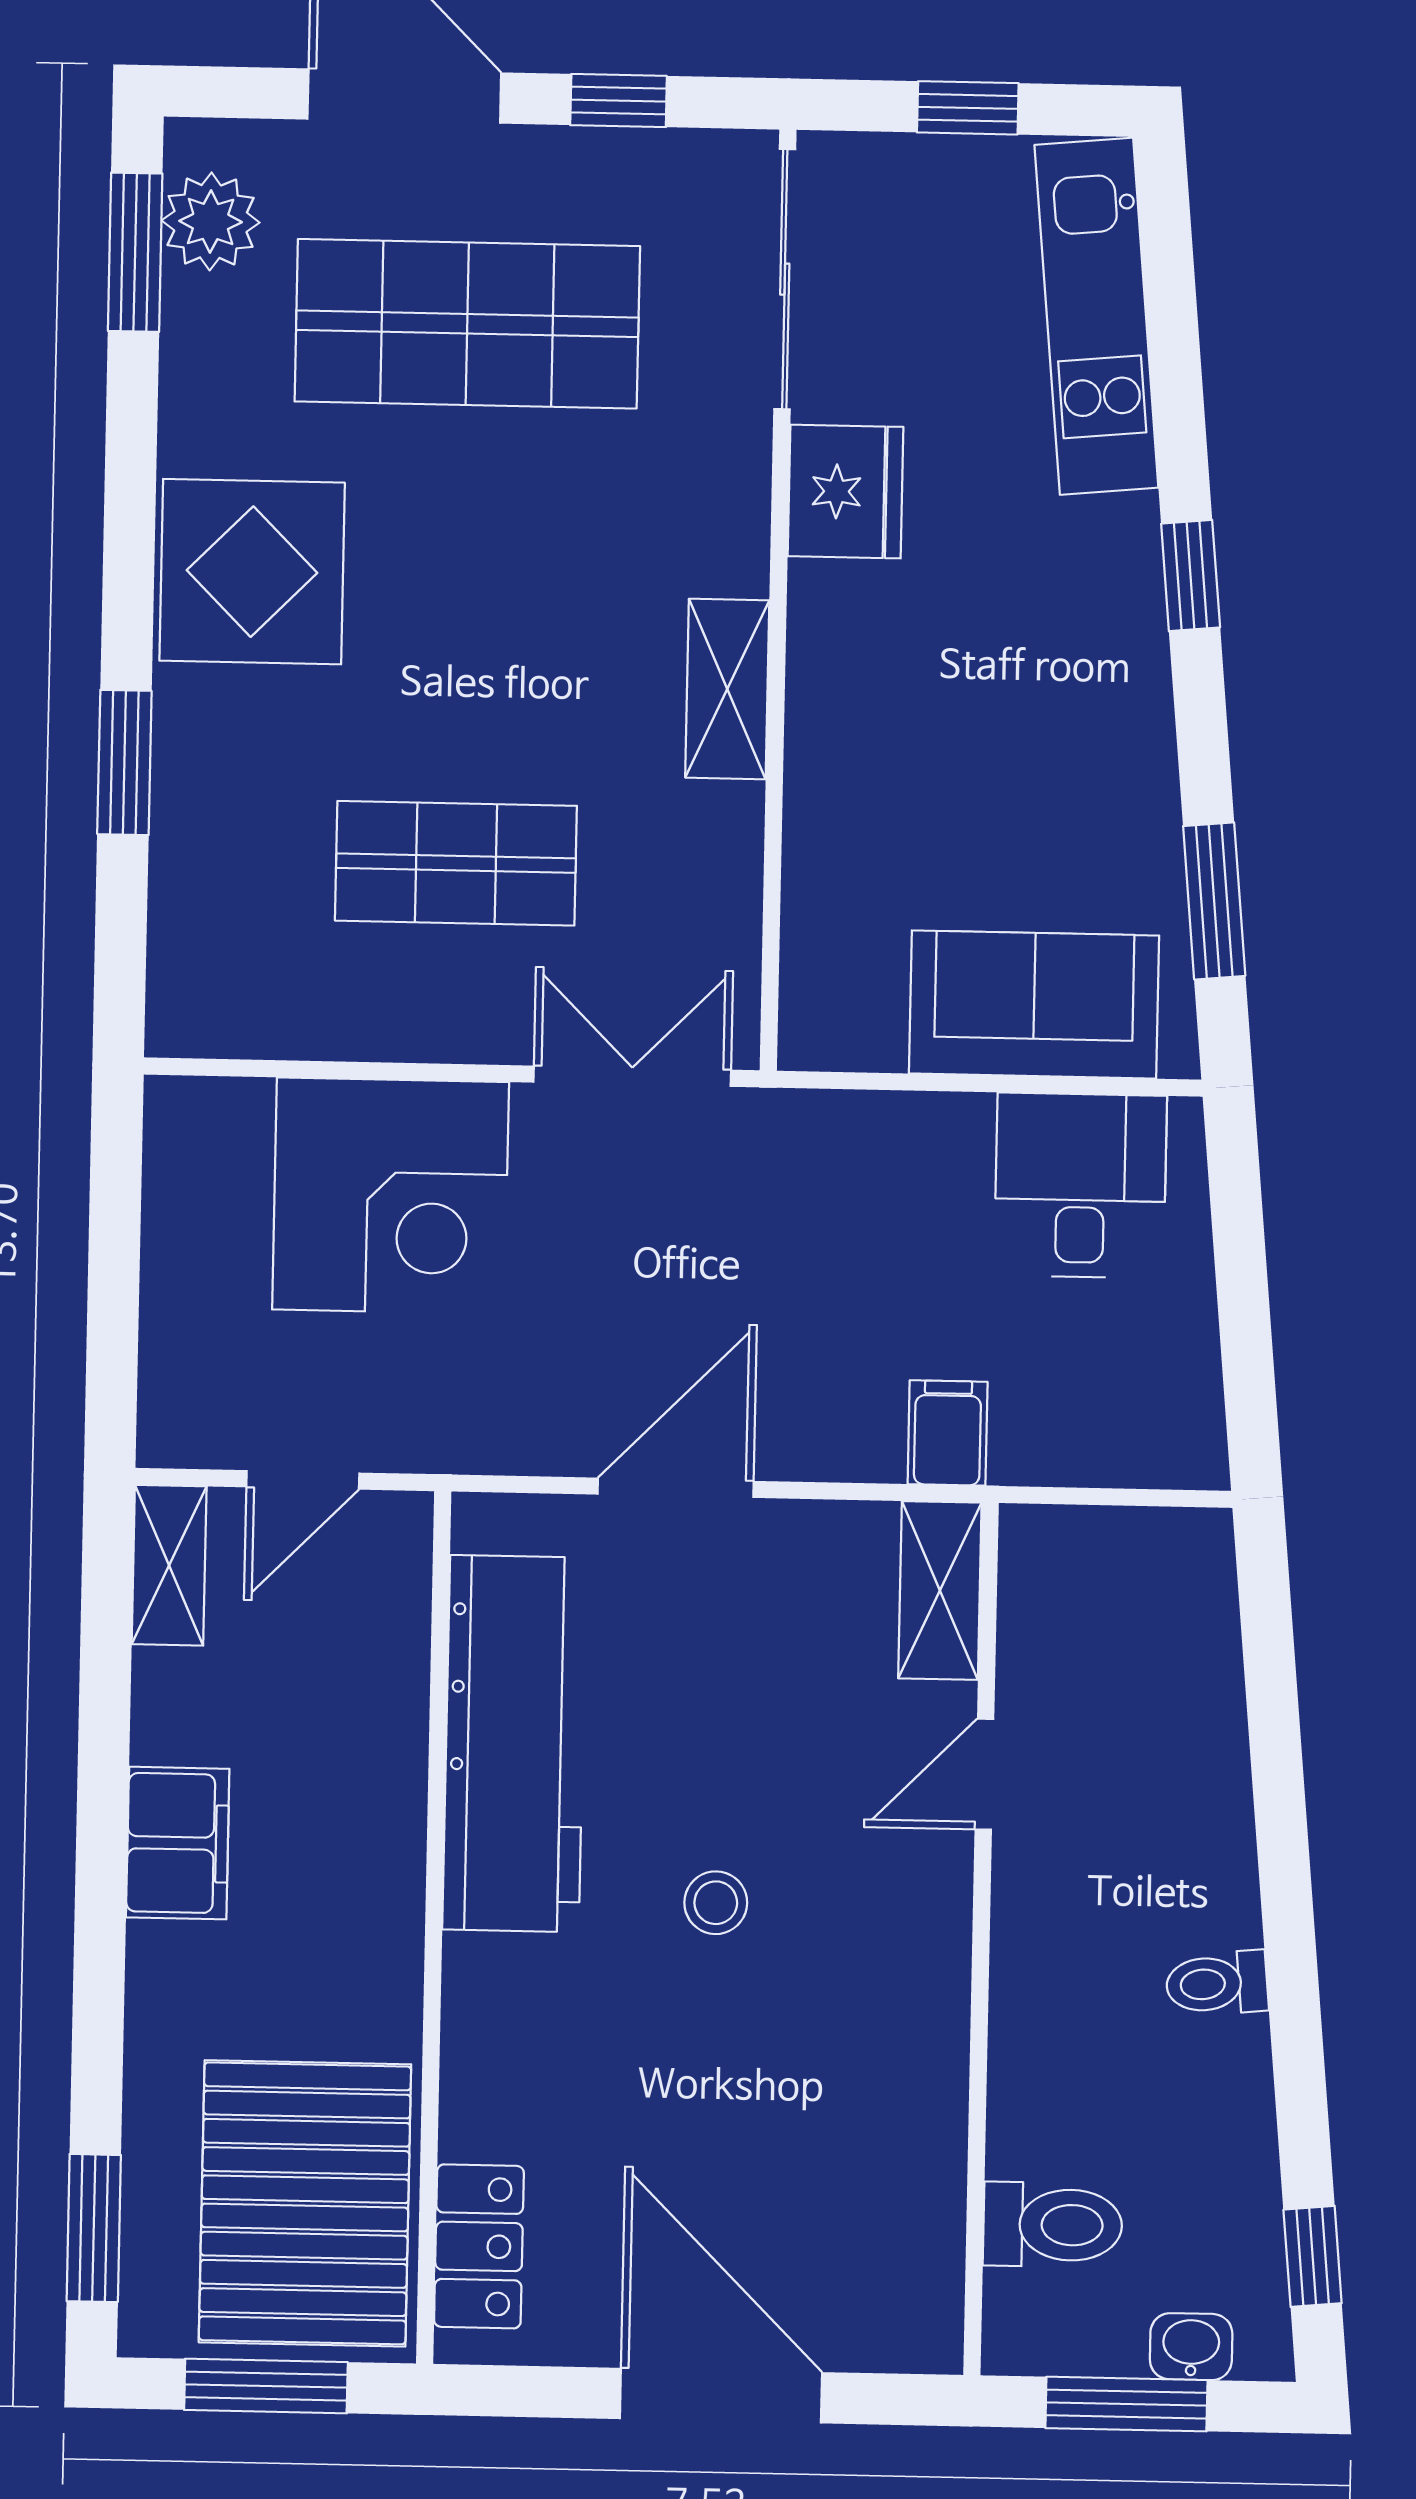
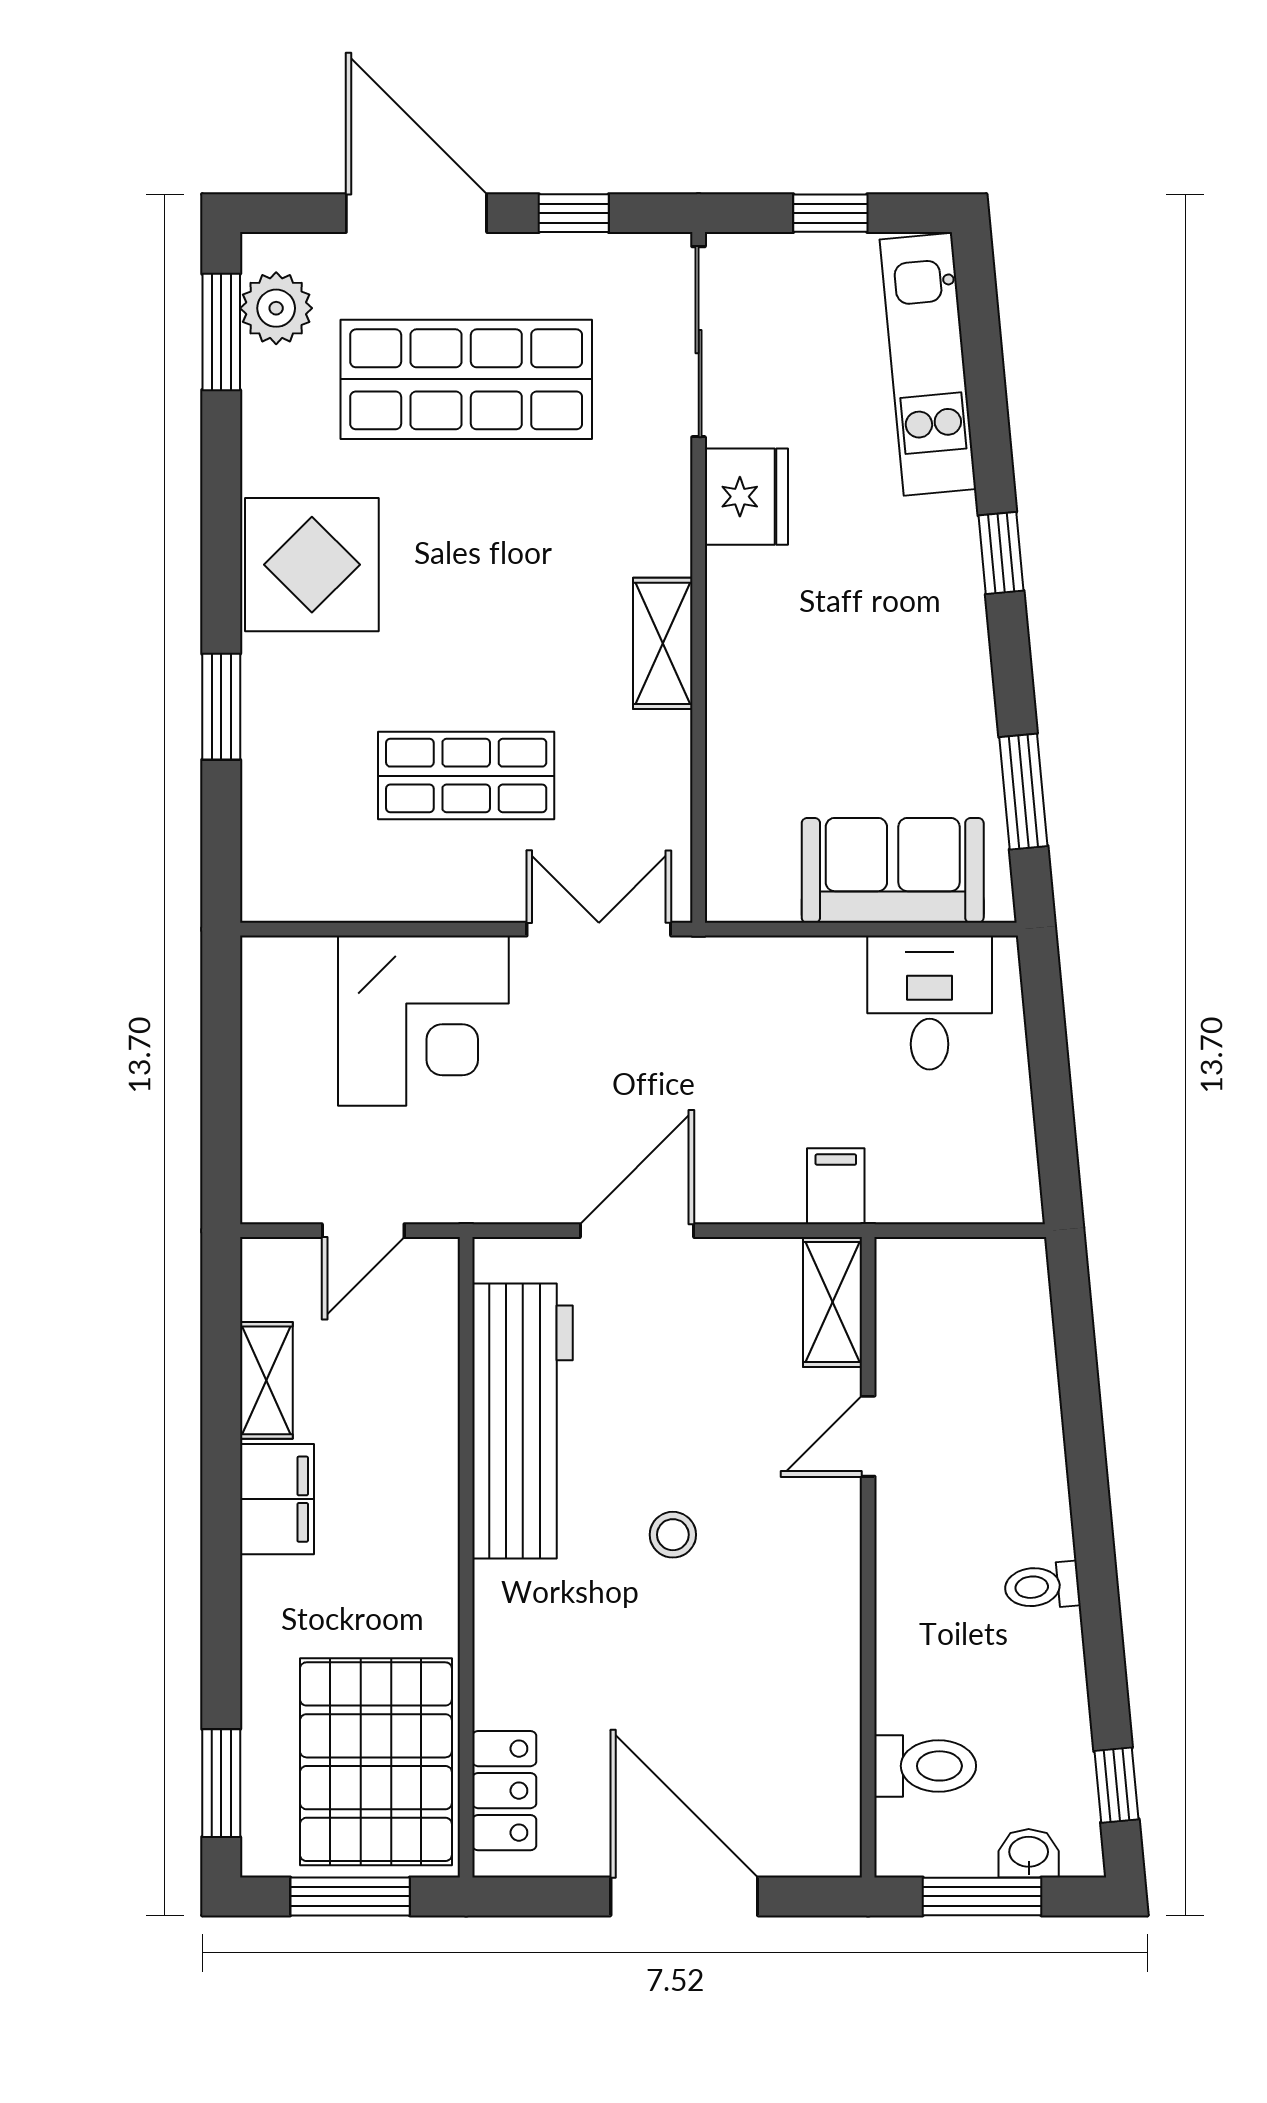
shelving: (169, 1565) -> (266, 1380), moved

